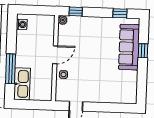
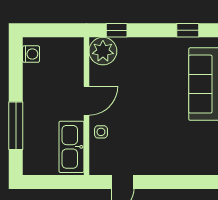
plant: (63, 20) -> (103, 51), width x1.87, depth x1.87
kitchen sink: (22, 84) -> (71, 147), moved, turned 180

